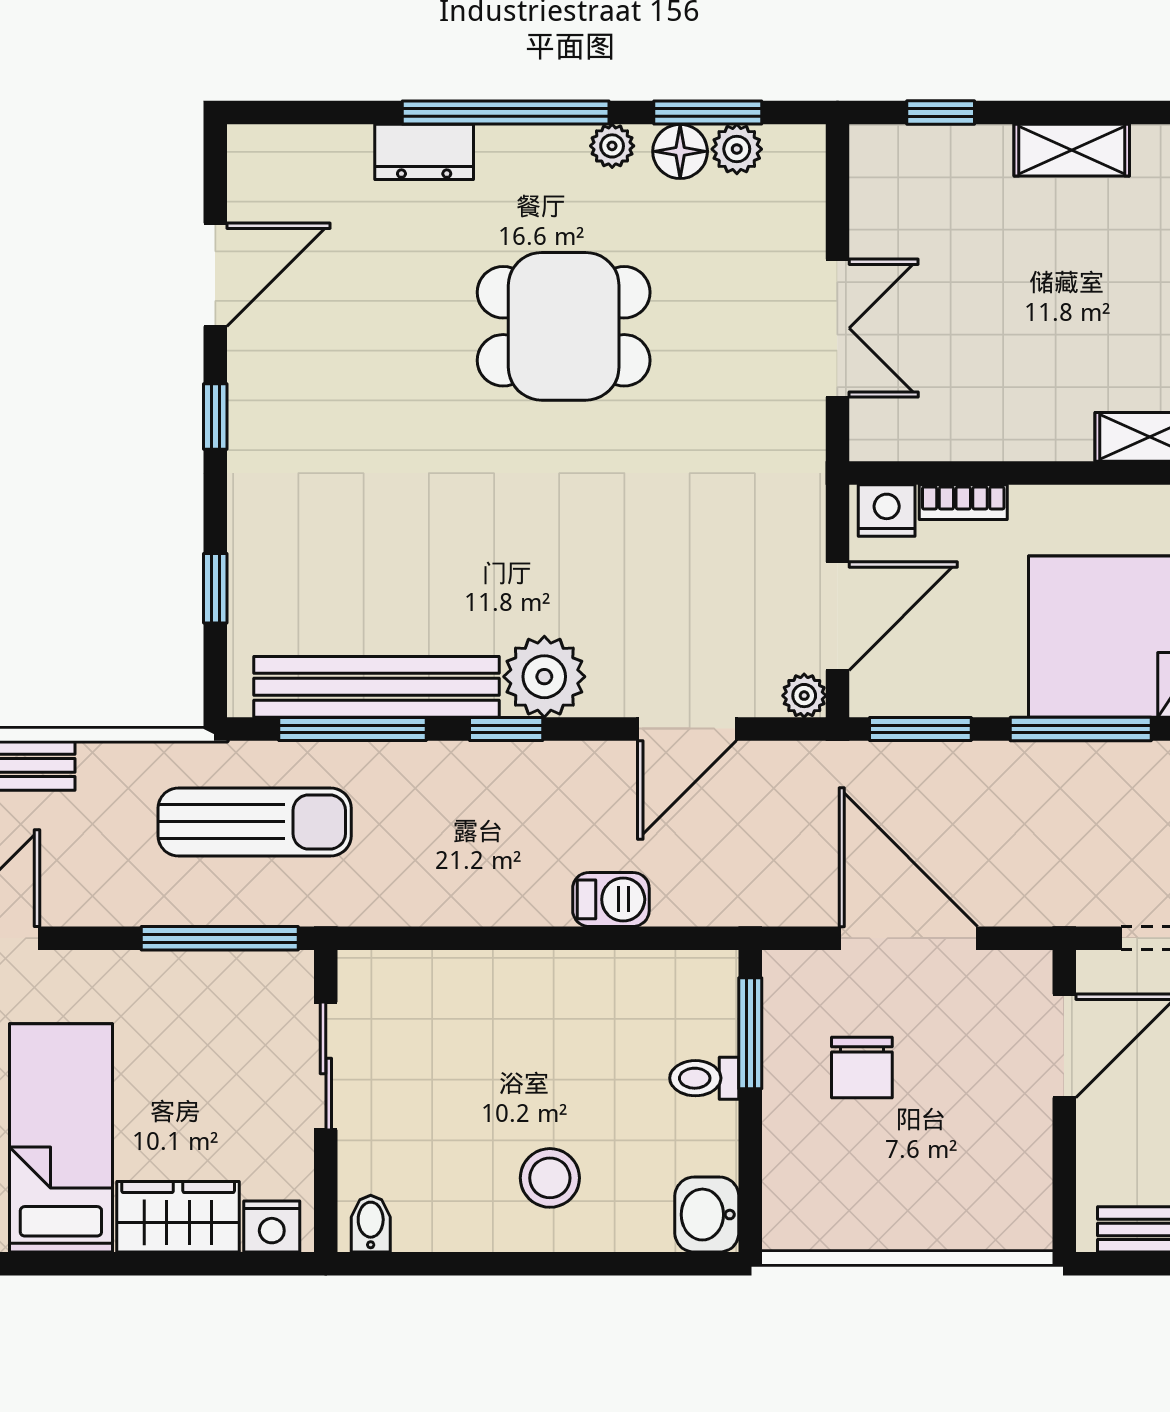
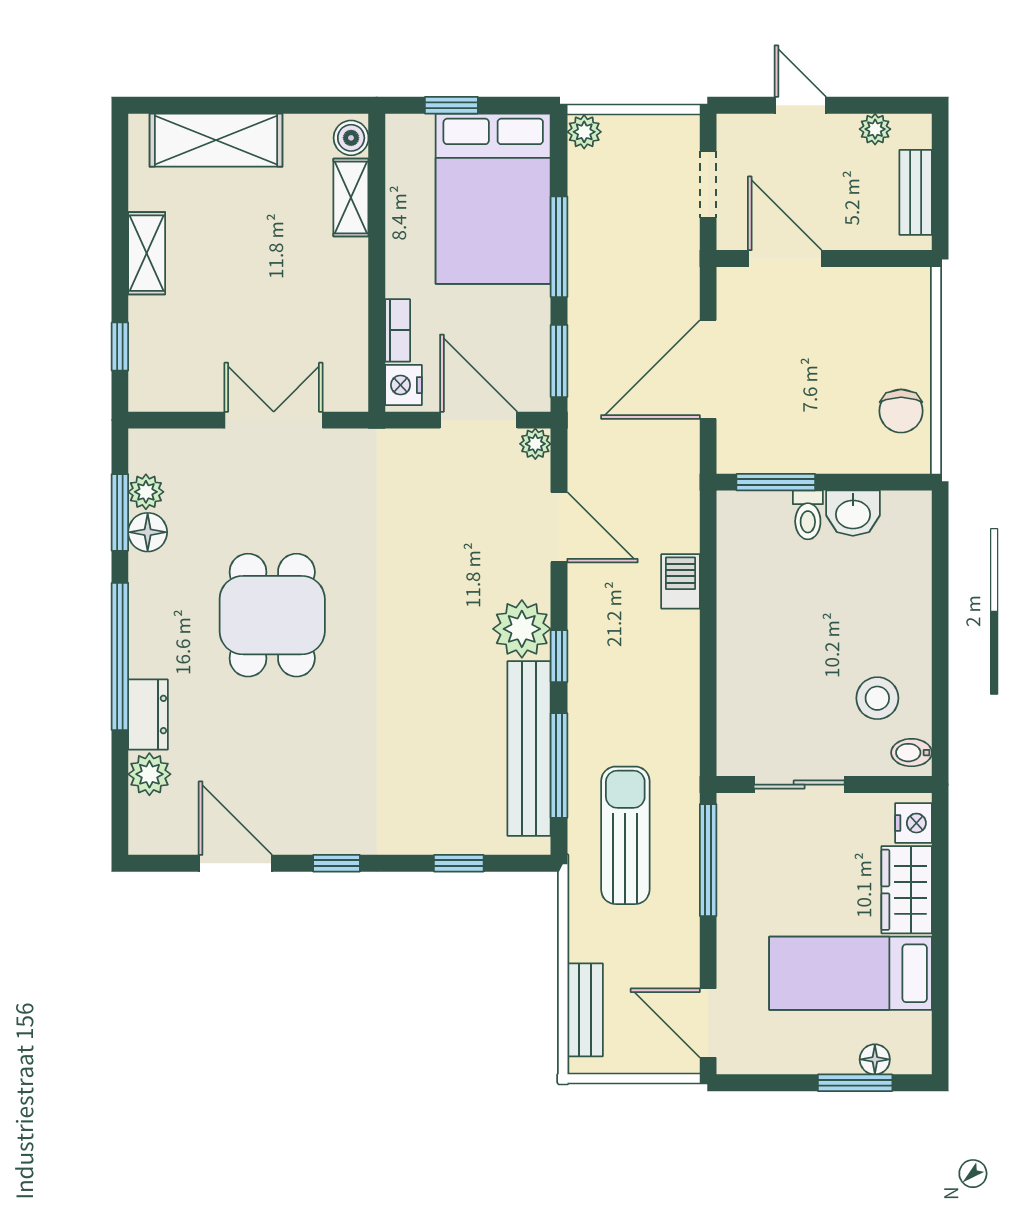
plant: (612, 146) -> (149, 774), moved, width x1.38, depth x1.38
chair: (862, 1068) -> (901, 411), moved, turned 90
stool: (550, 1178) -> (877, 698), moved
washbasin: (707, 1215) -> (853, 513), moved

